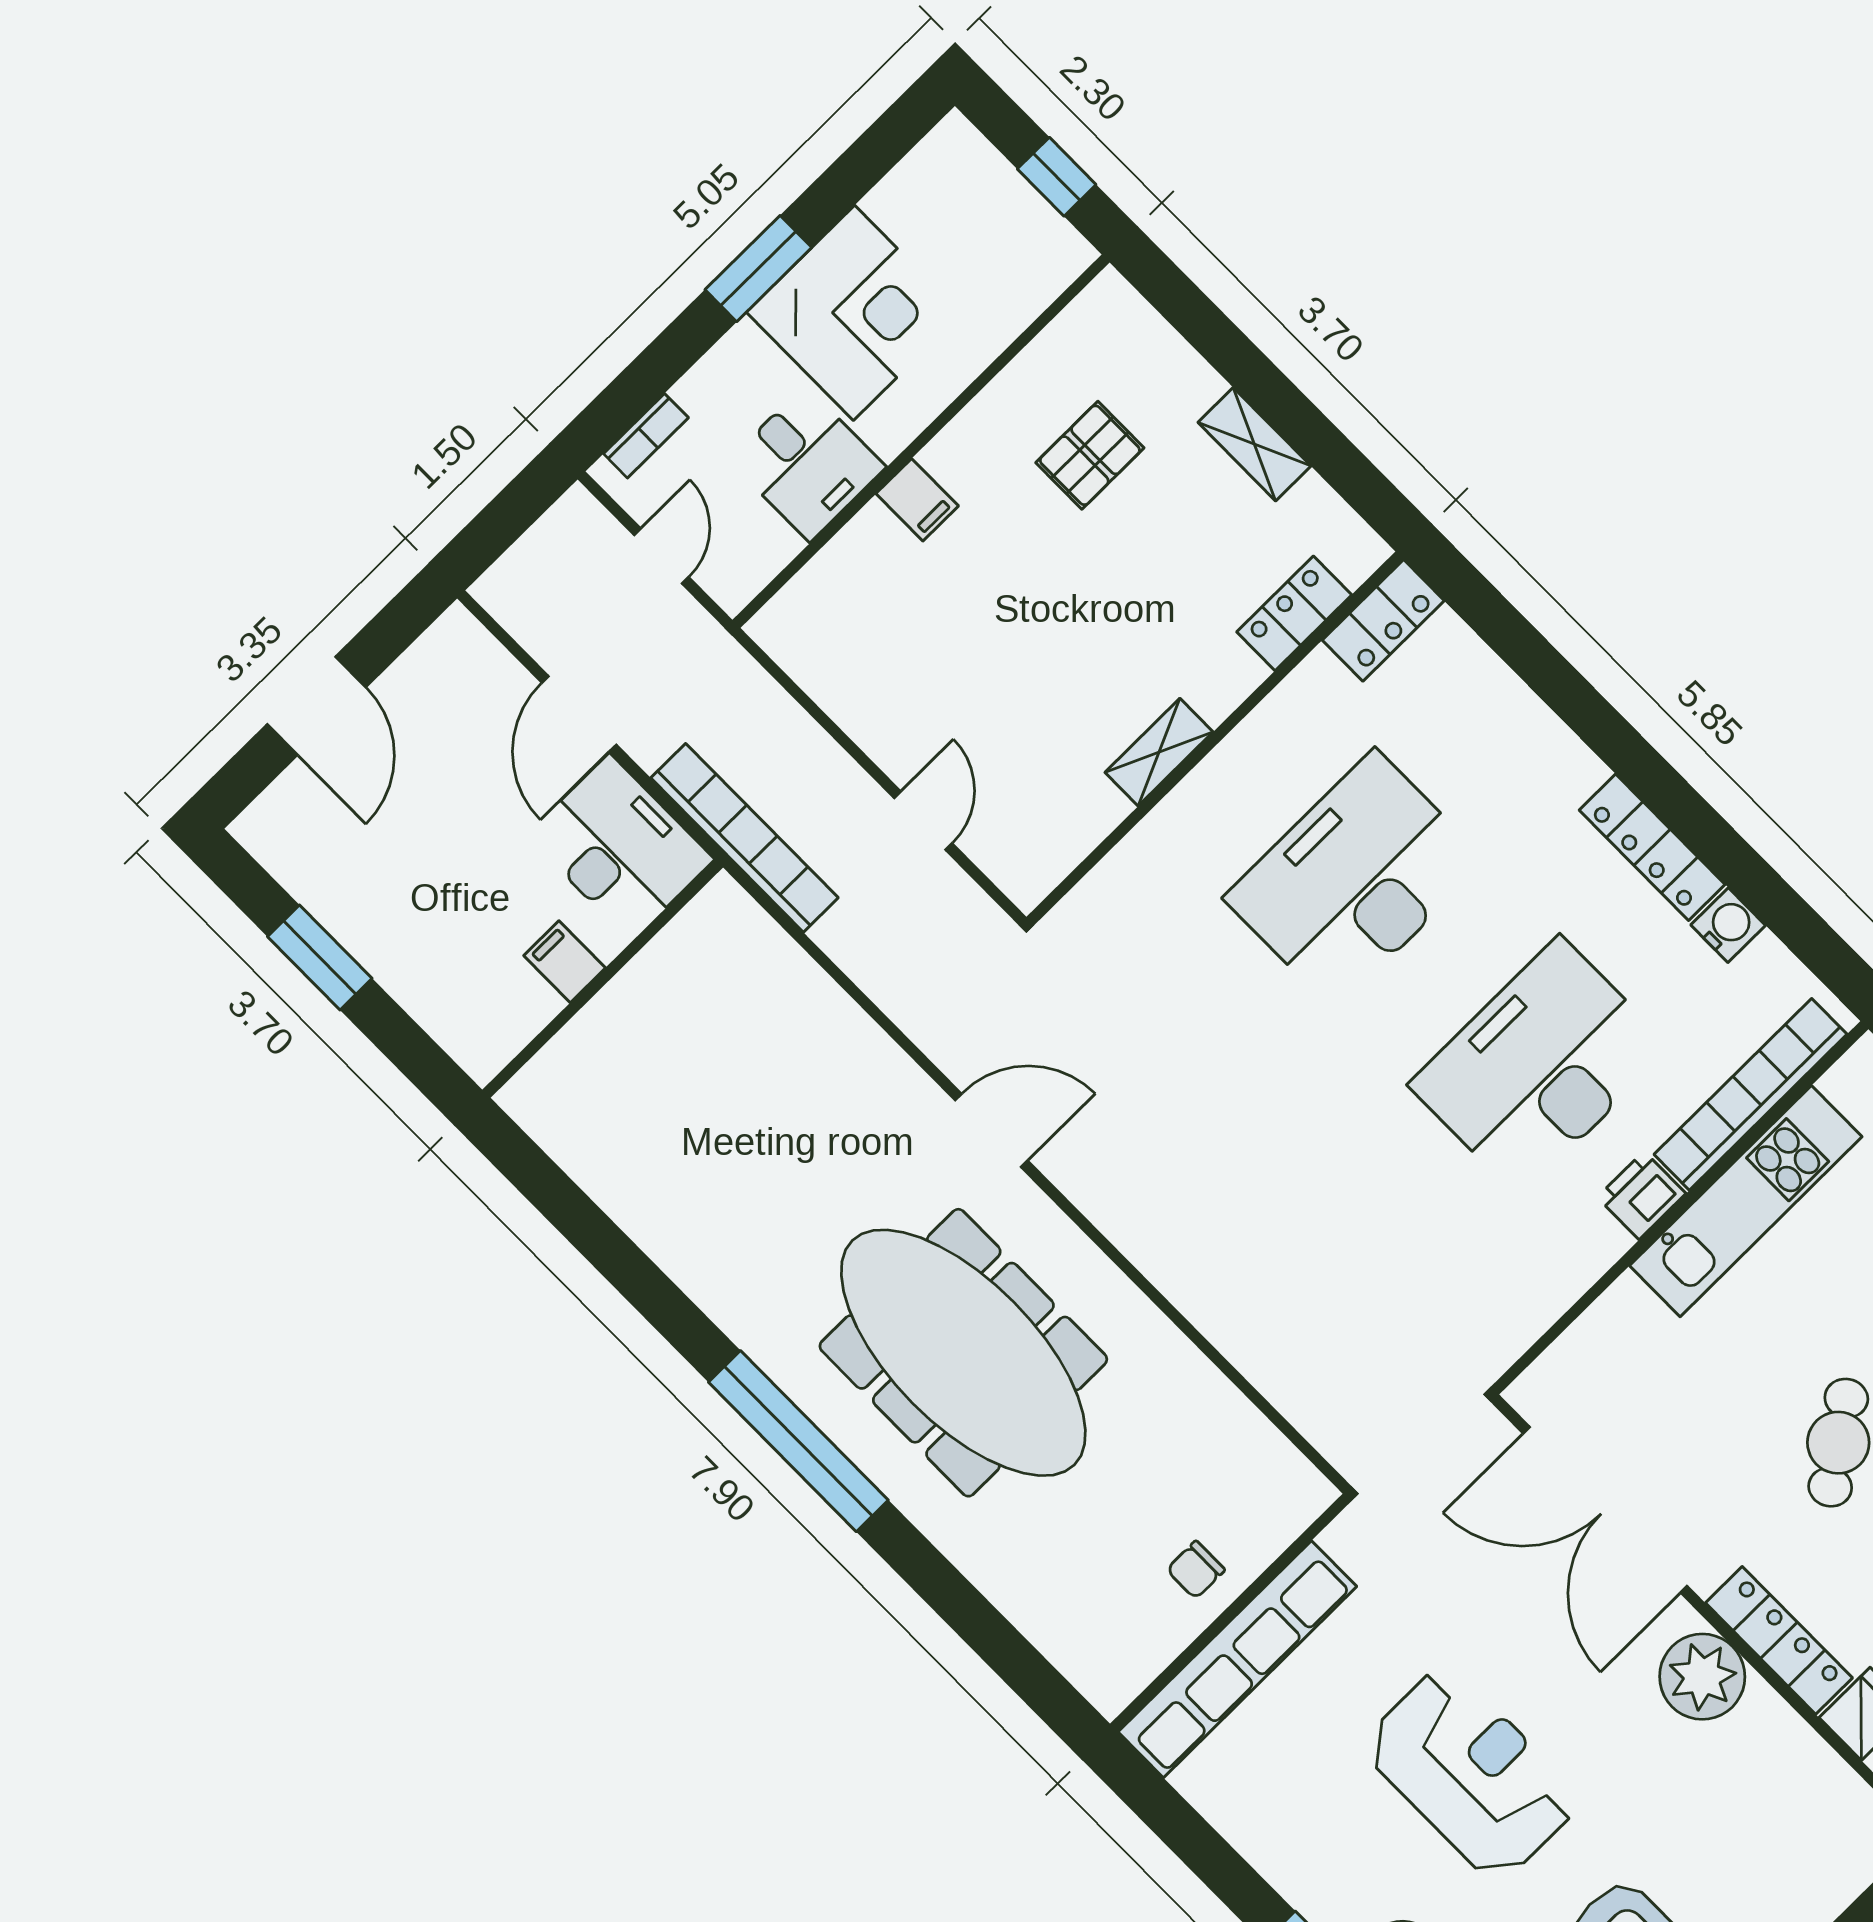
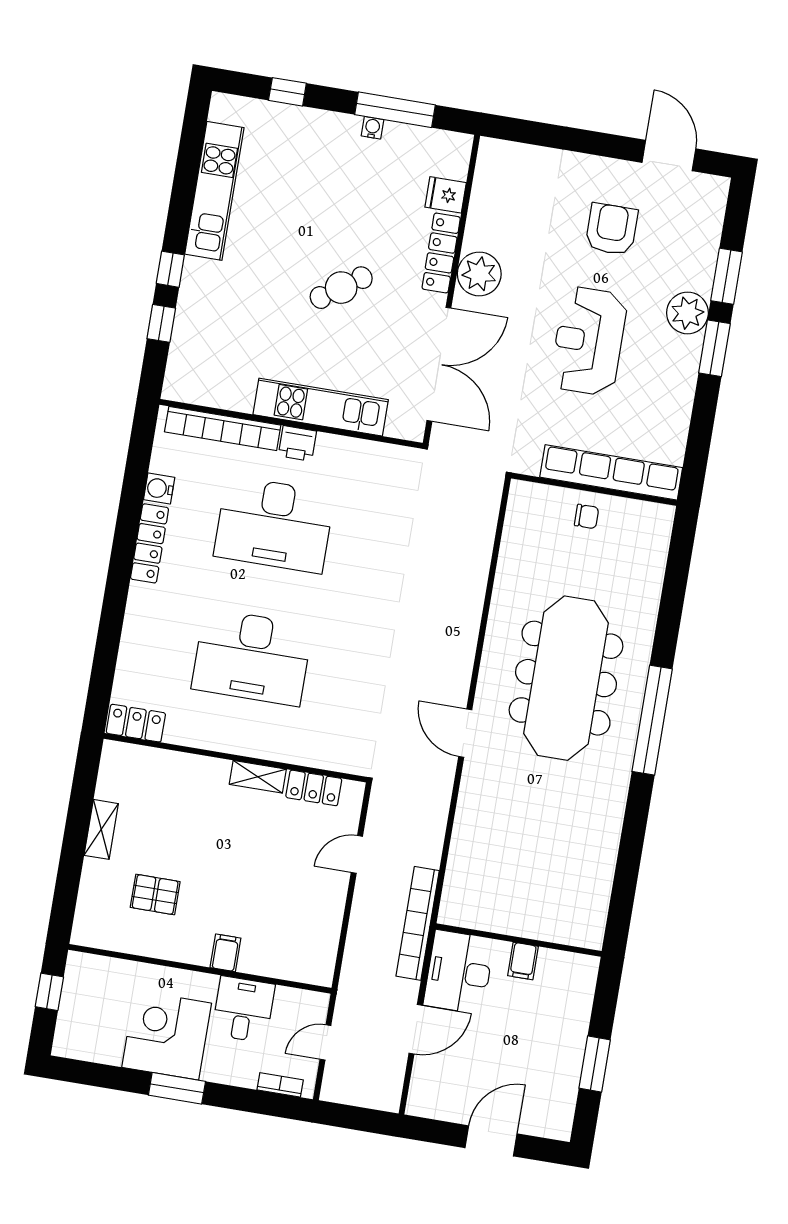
locker: (1294, 613) -> (314, 788), moved
kitchen unit: (1746, 1201) -> (321, 407), moved

